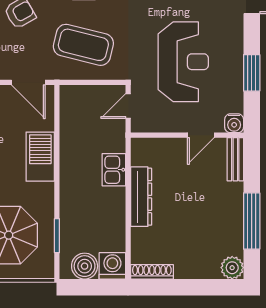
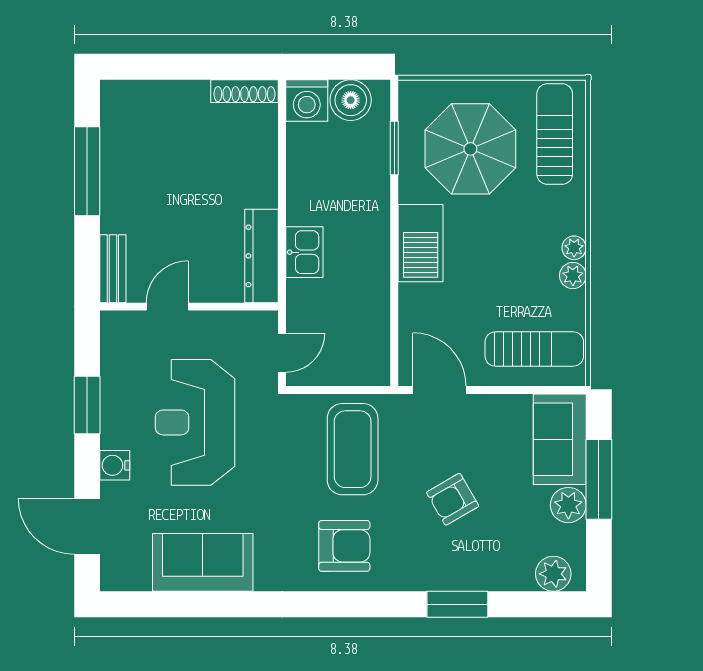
coffee table: (83, 45) -> (353, 449), turned 76
water cooler: (234, 123) -> (115, 465), moved, turned -90
barbecue: (40, 157) -> (421, 243), moved
dresser: (141, 197) -> (261, 256), moved
plant: (232, 268) -> (118, 98), removed

